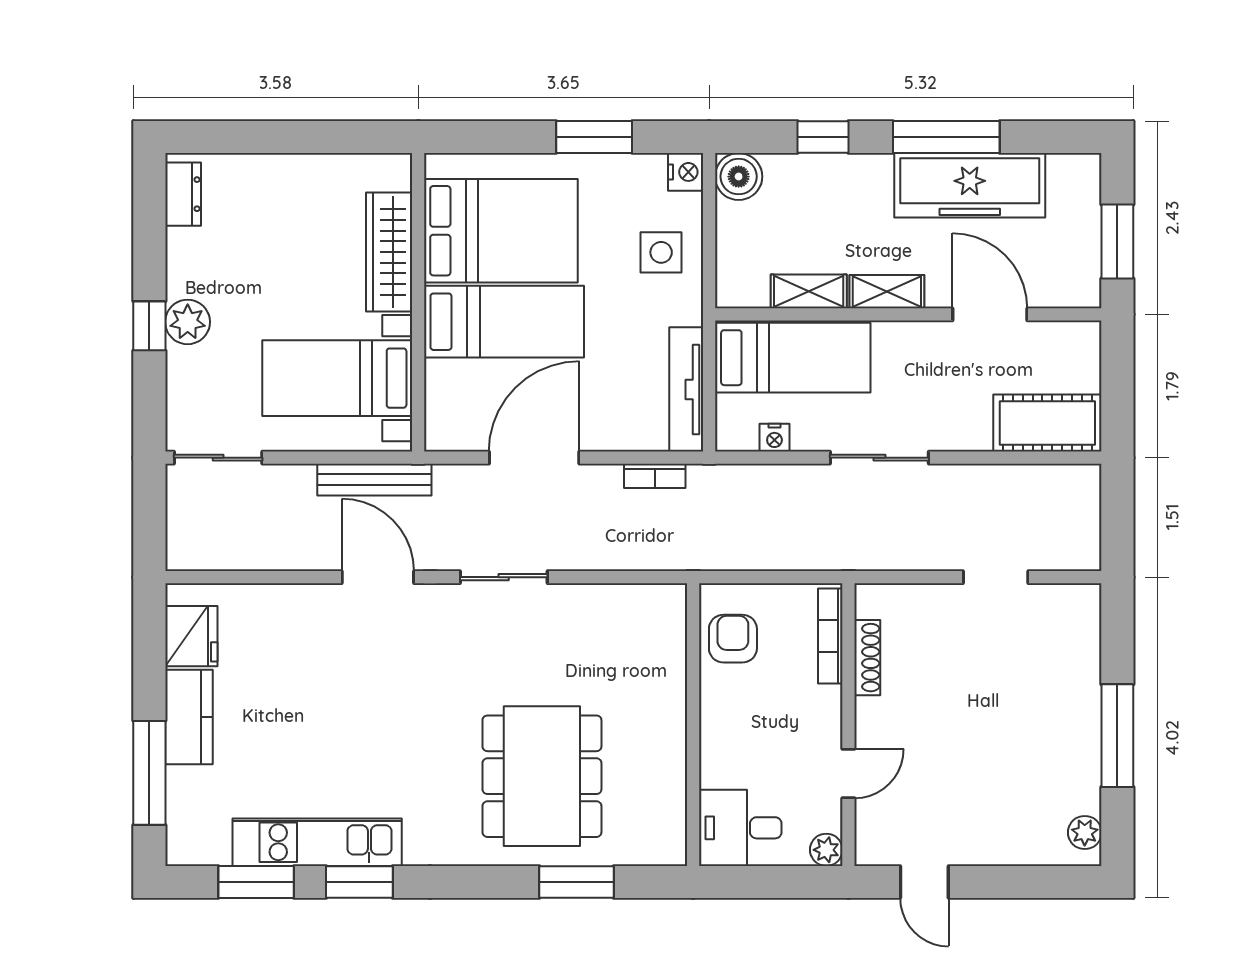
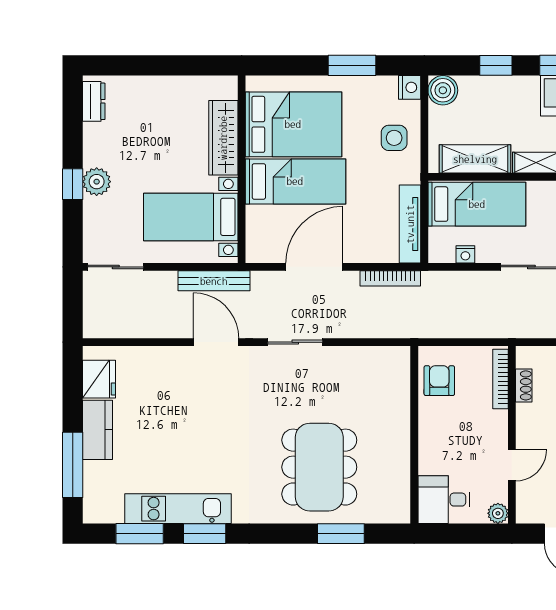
shelving: (809, 291) -> (475, 159), width x1.50, depth x1.33
bookcase: (655, 476) -> (390, 278), width x1.56
shoe rack: (867, 658) -> (524, 385), width x0.70

